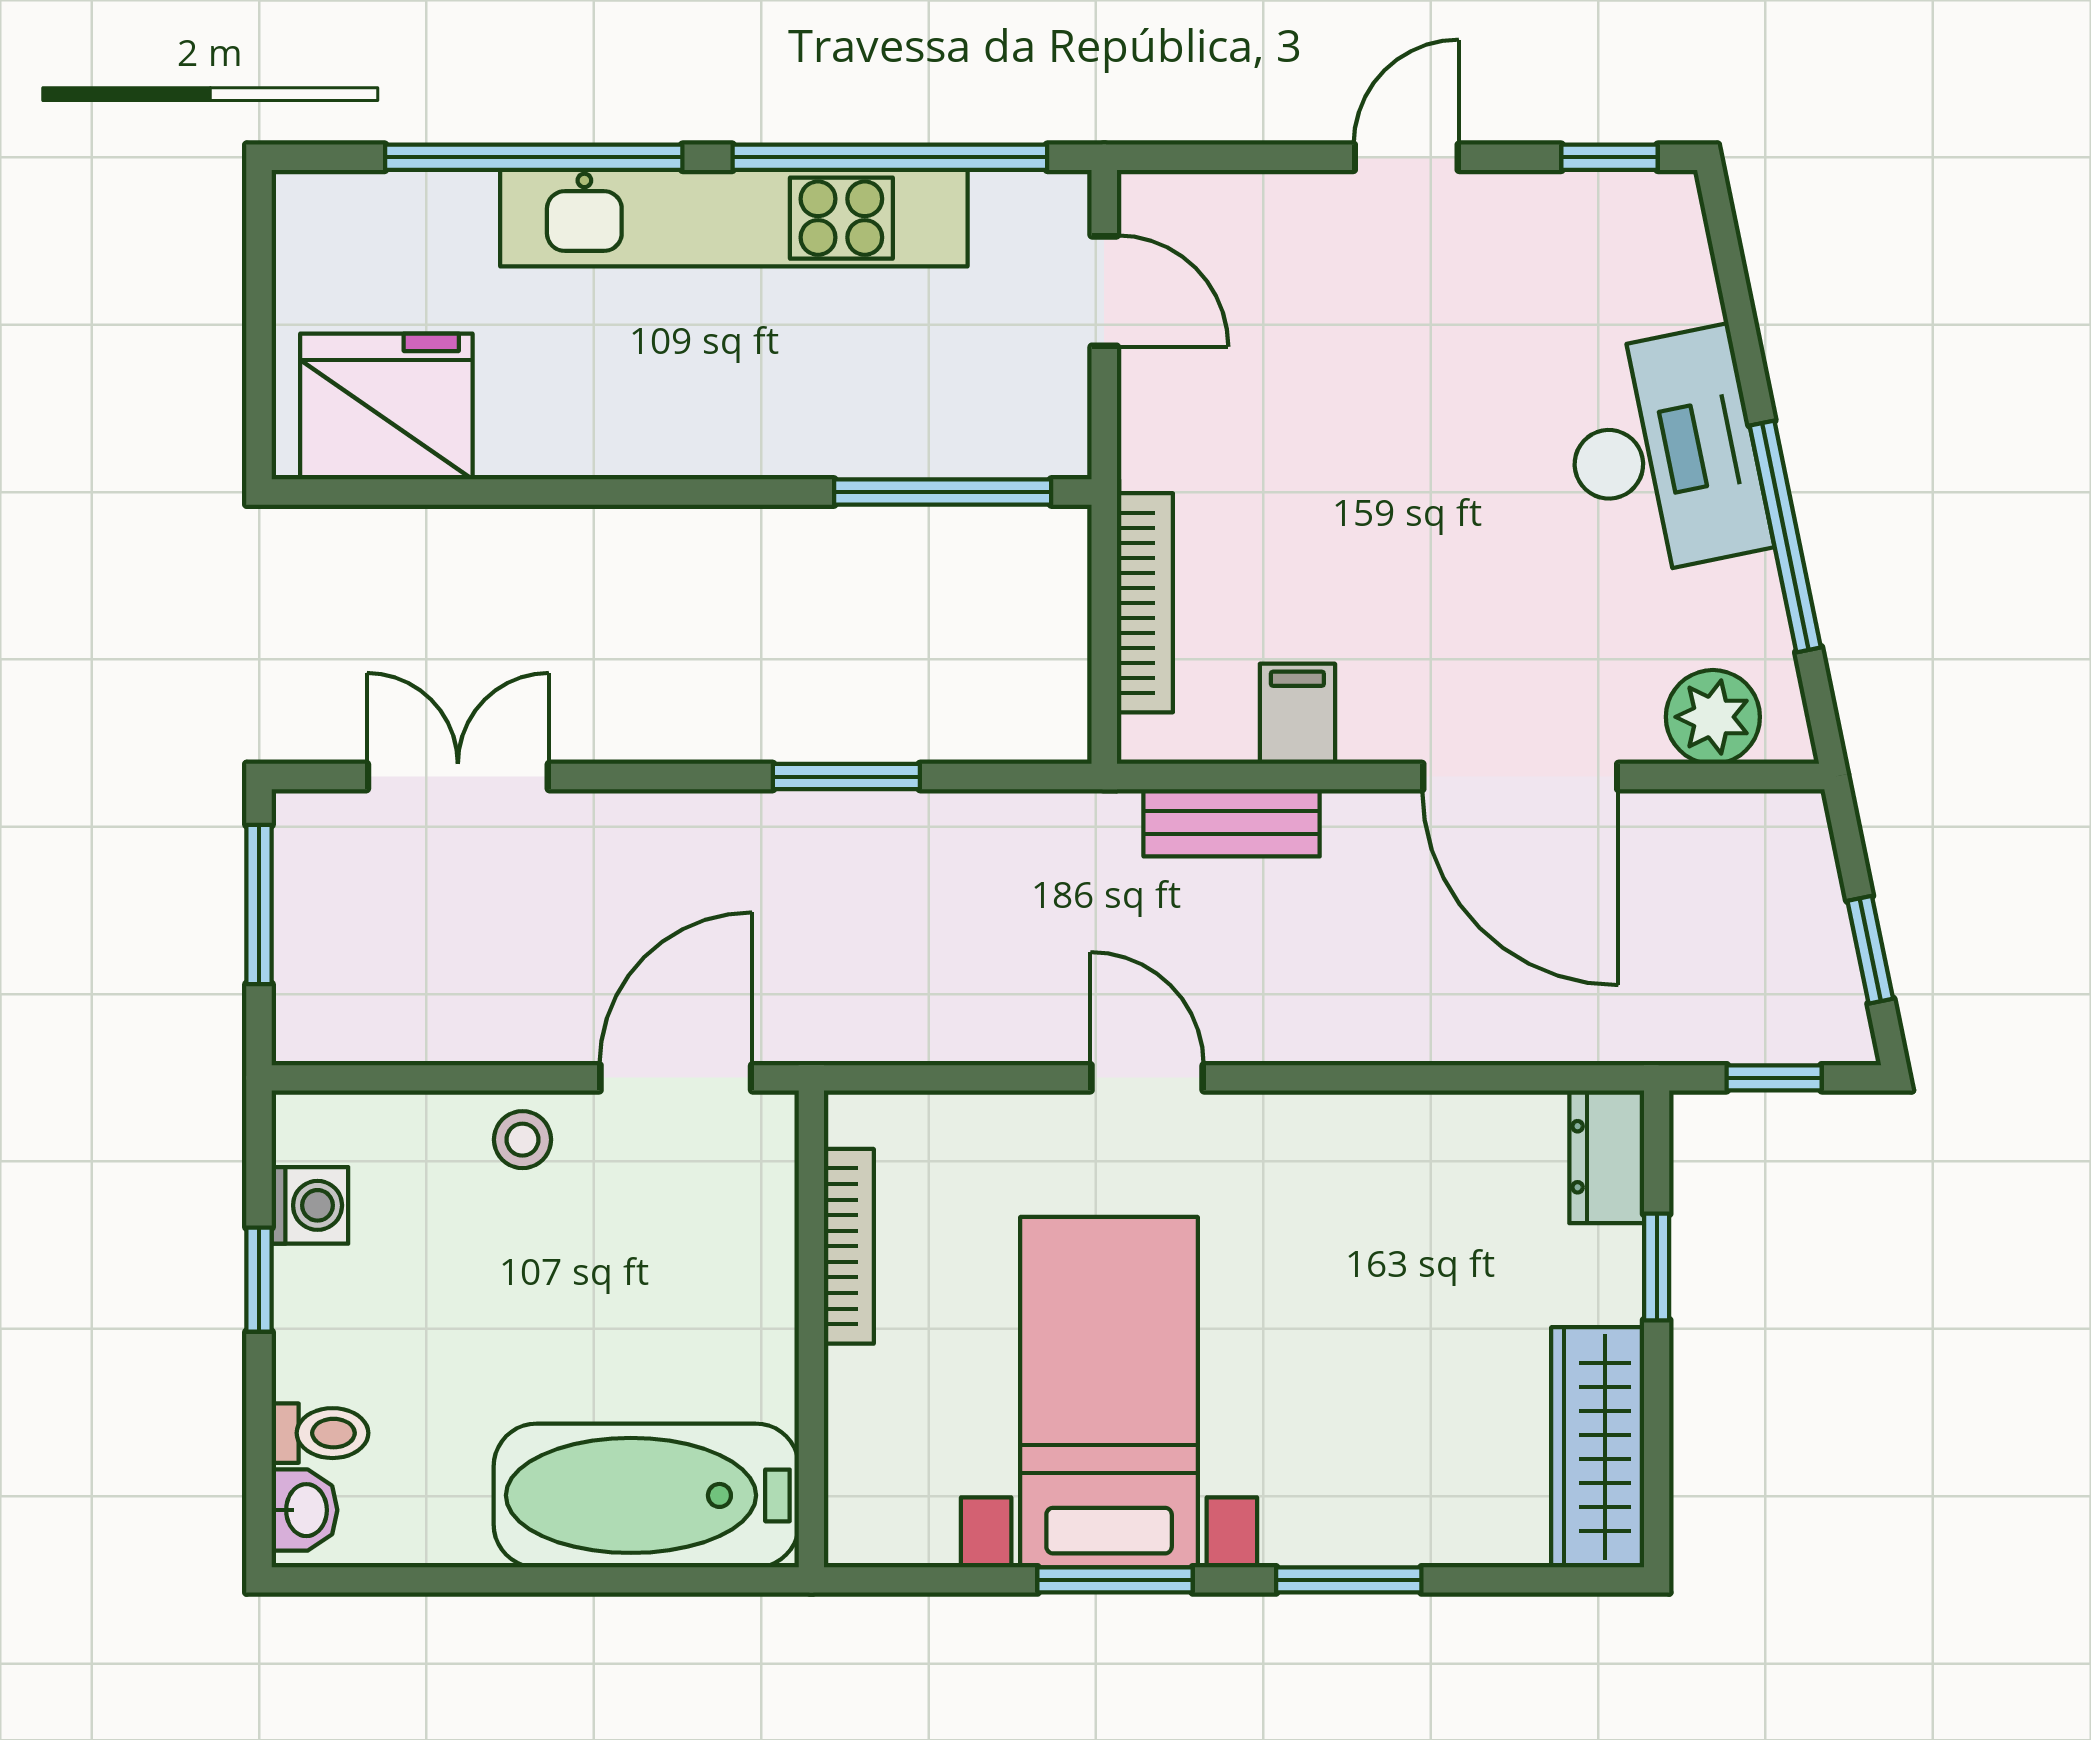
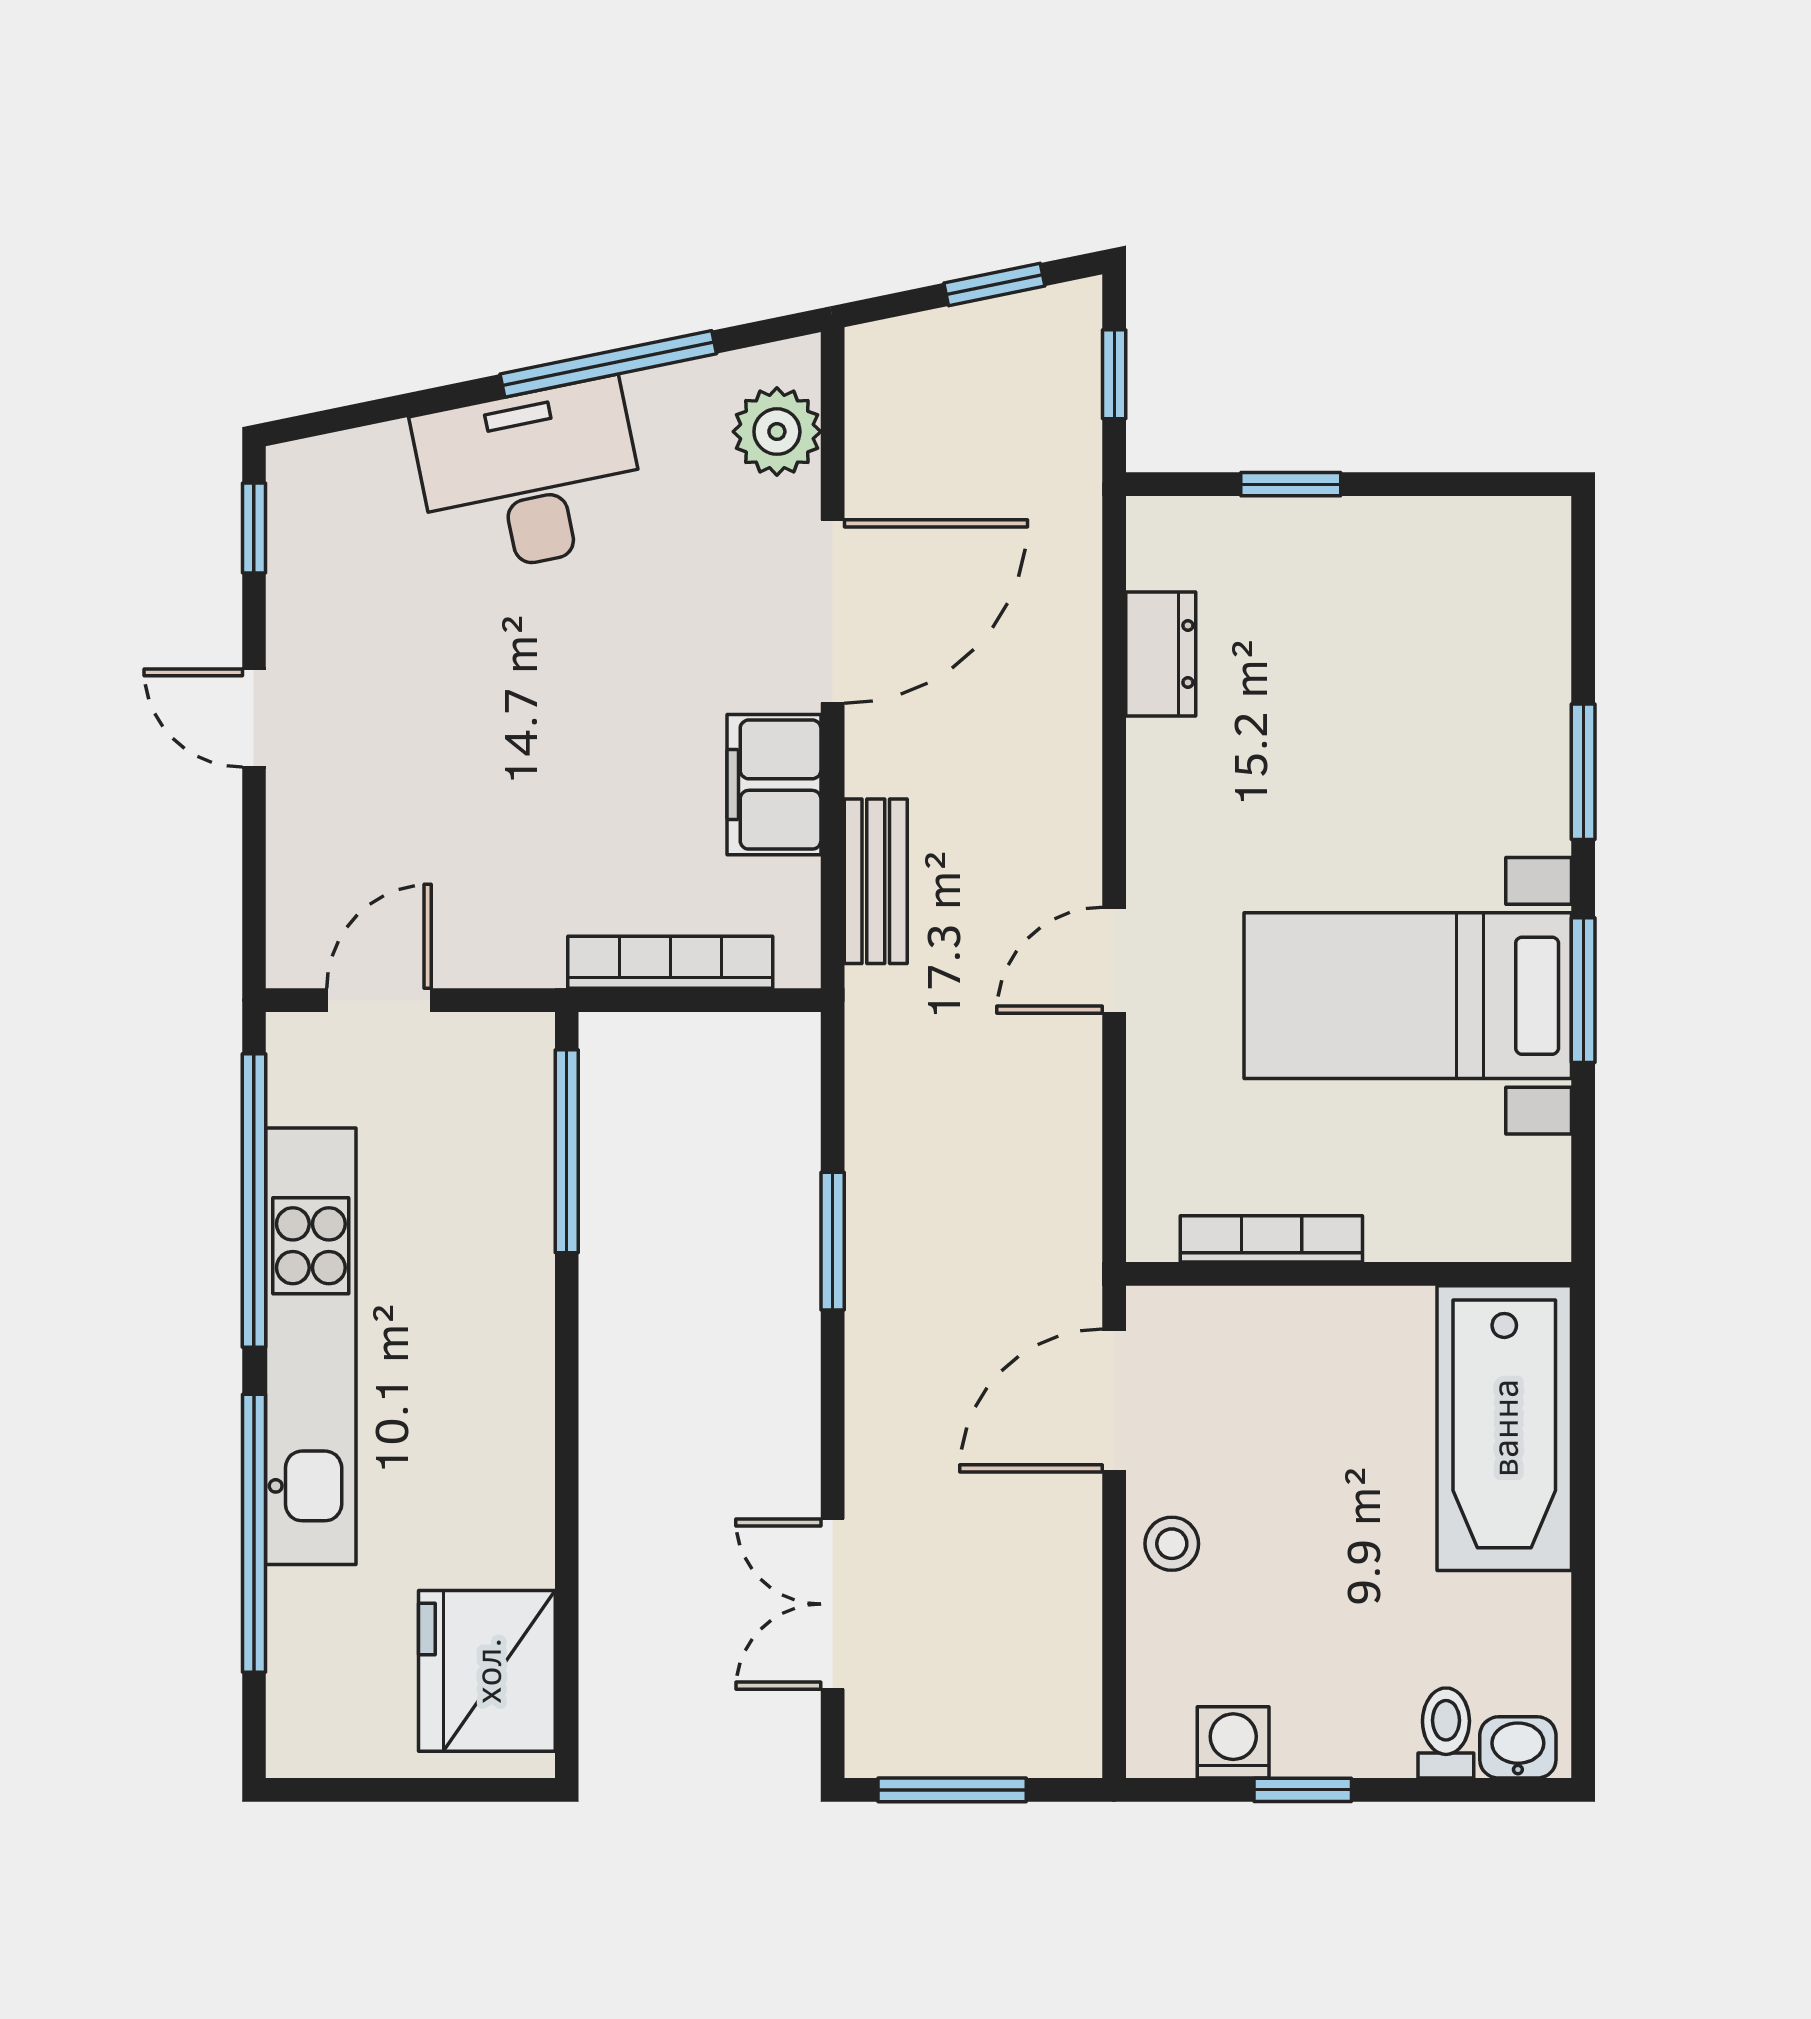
filing cabinet: (1297, 714) -> (774, 785), width x2.00
door: (676, 1078) -> (1114, 1400), hinge flipped
dresser: (1607, 1157) -> (1161, 654), moved, turned -90
wardrobe: (1598, 1447) -> (1459, 539), removed

